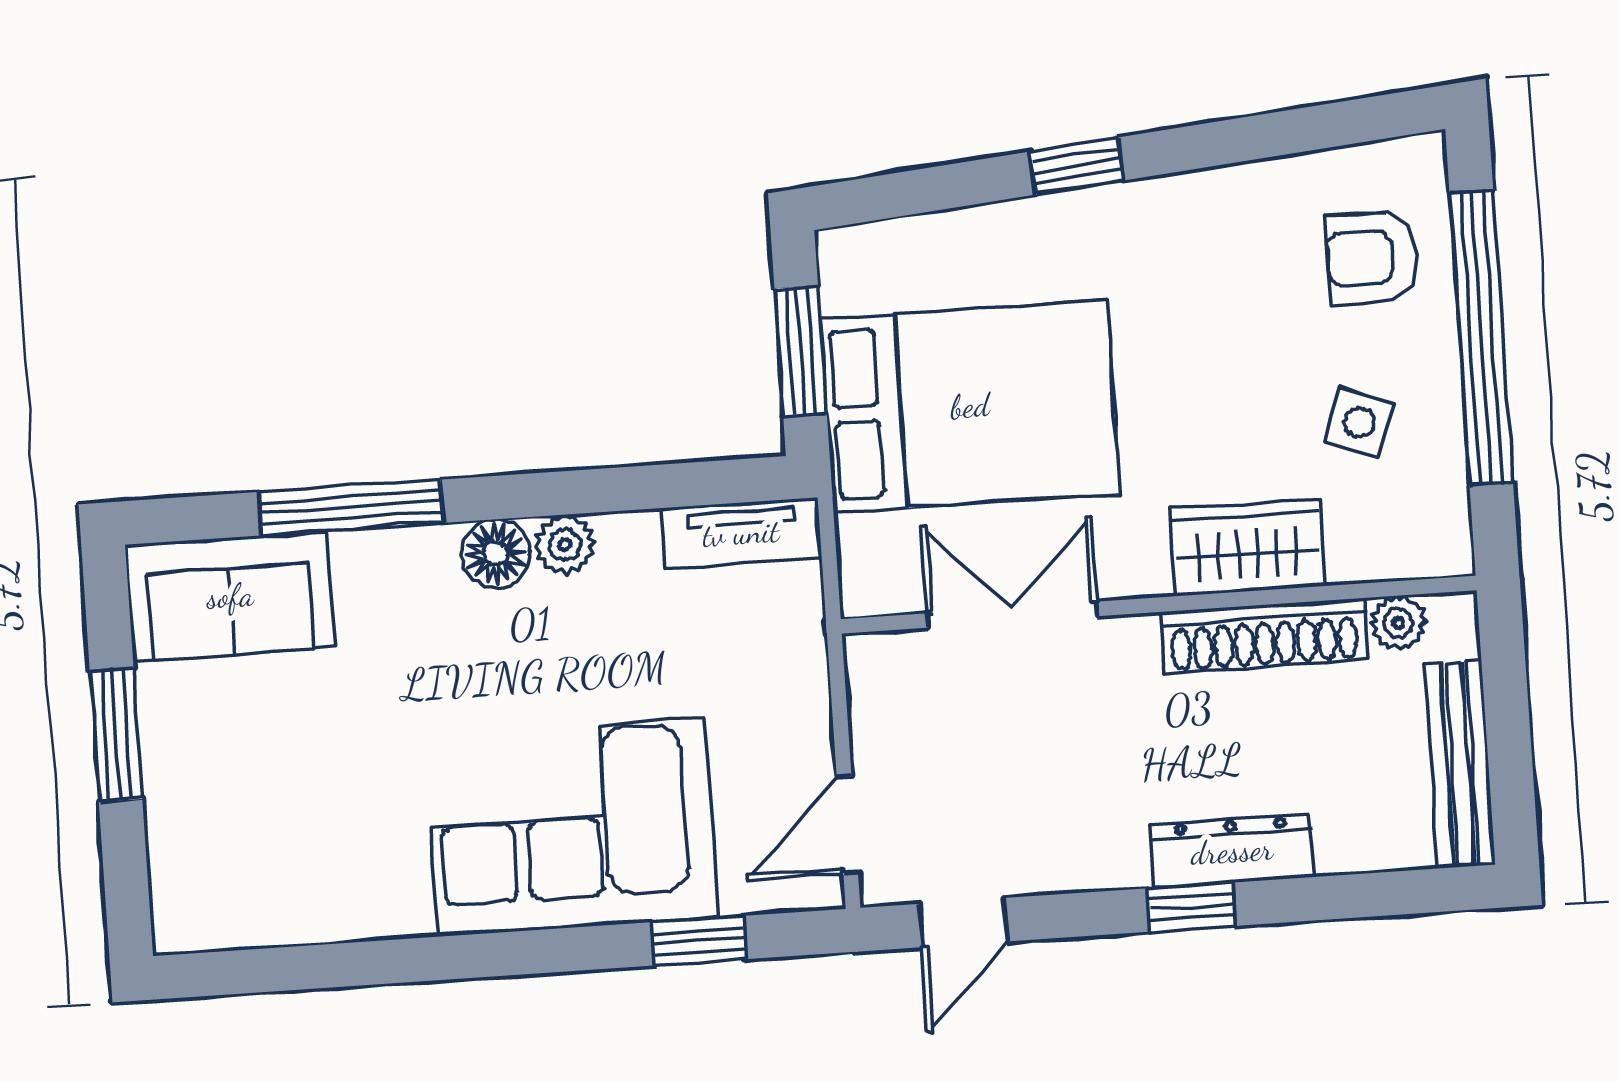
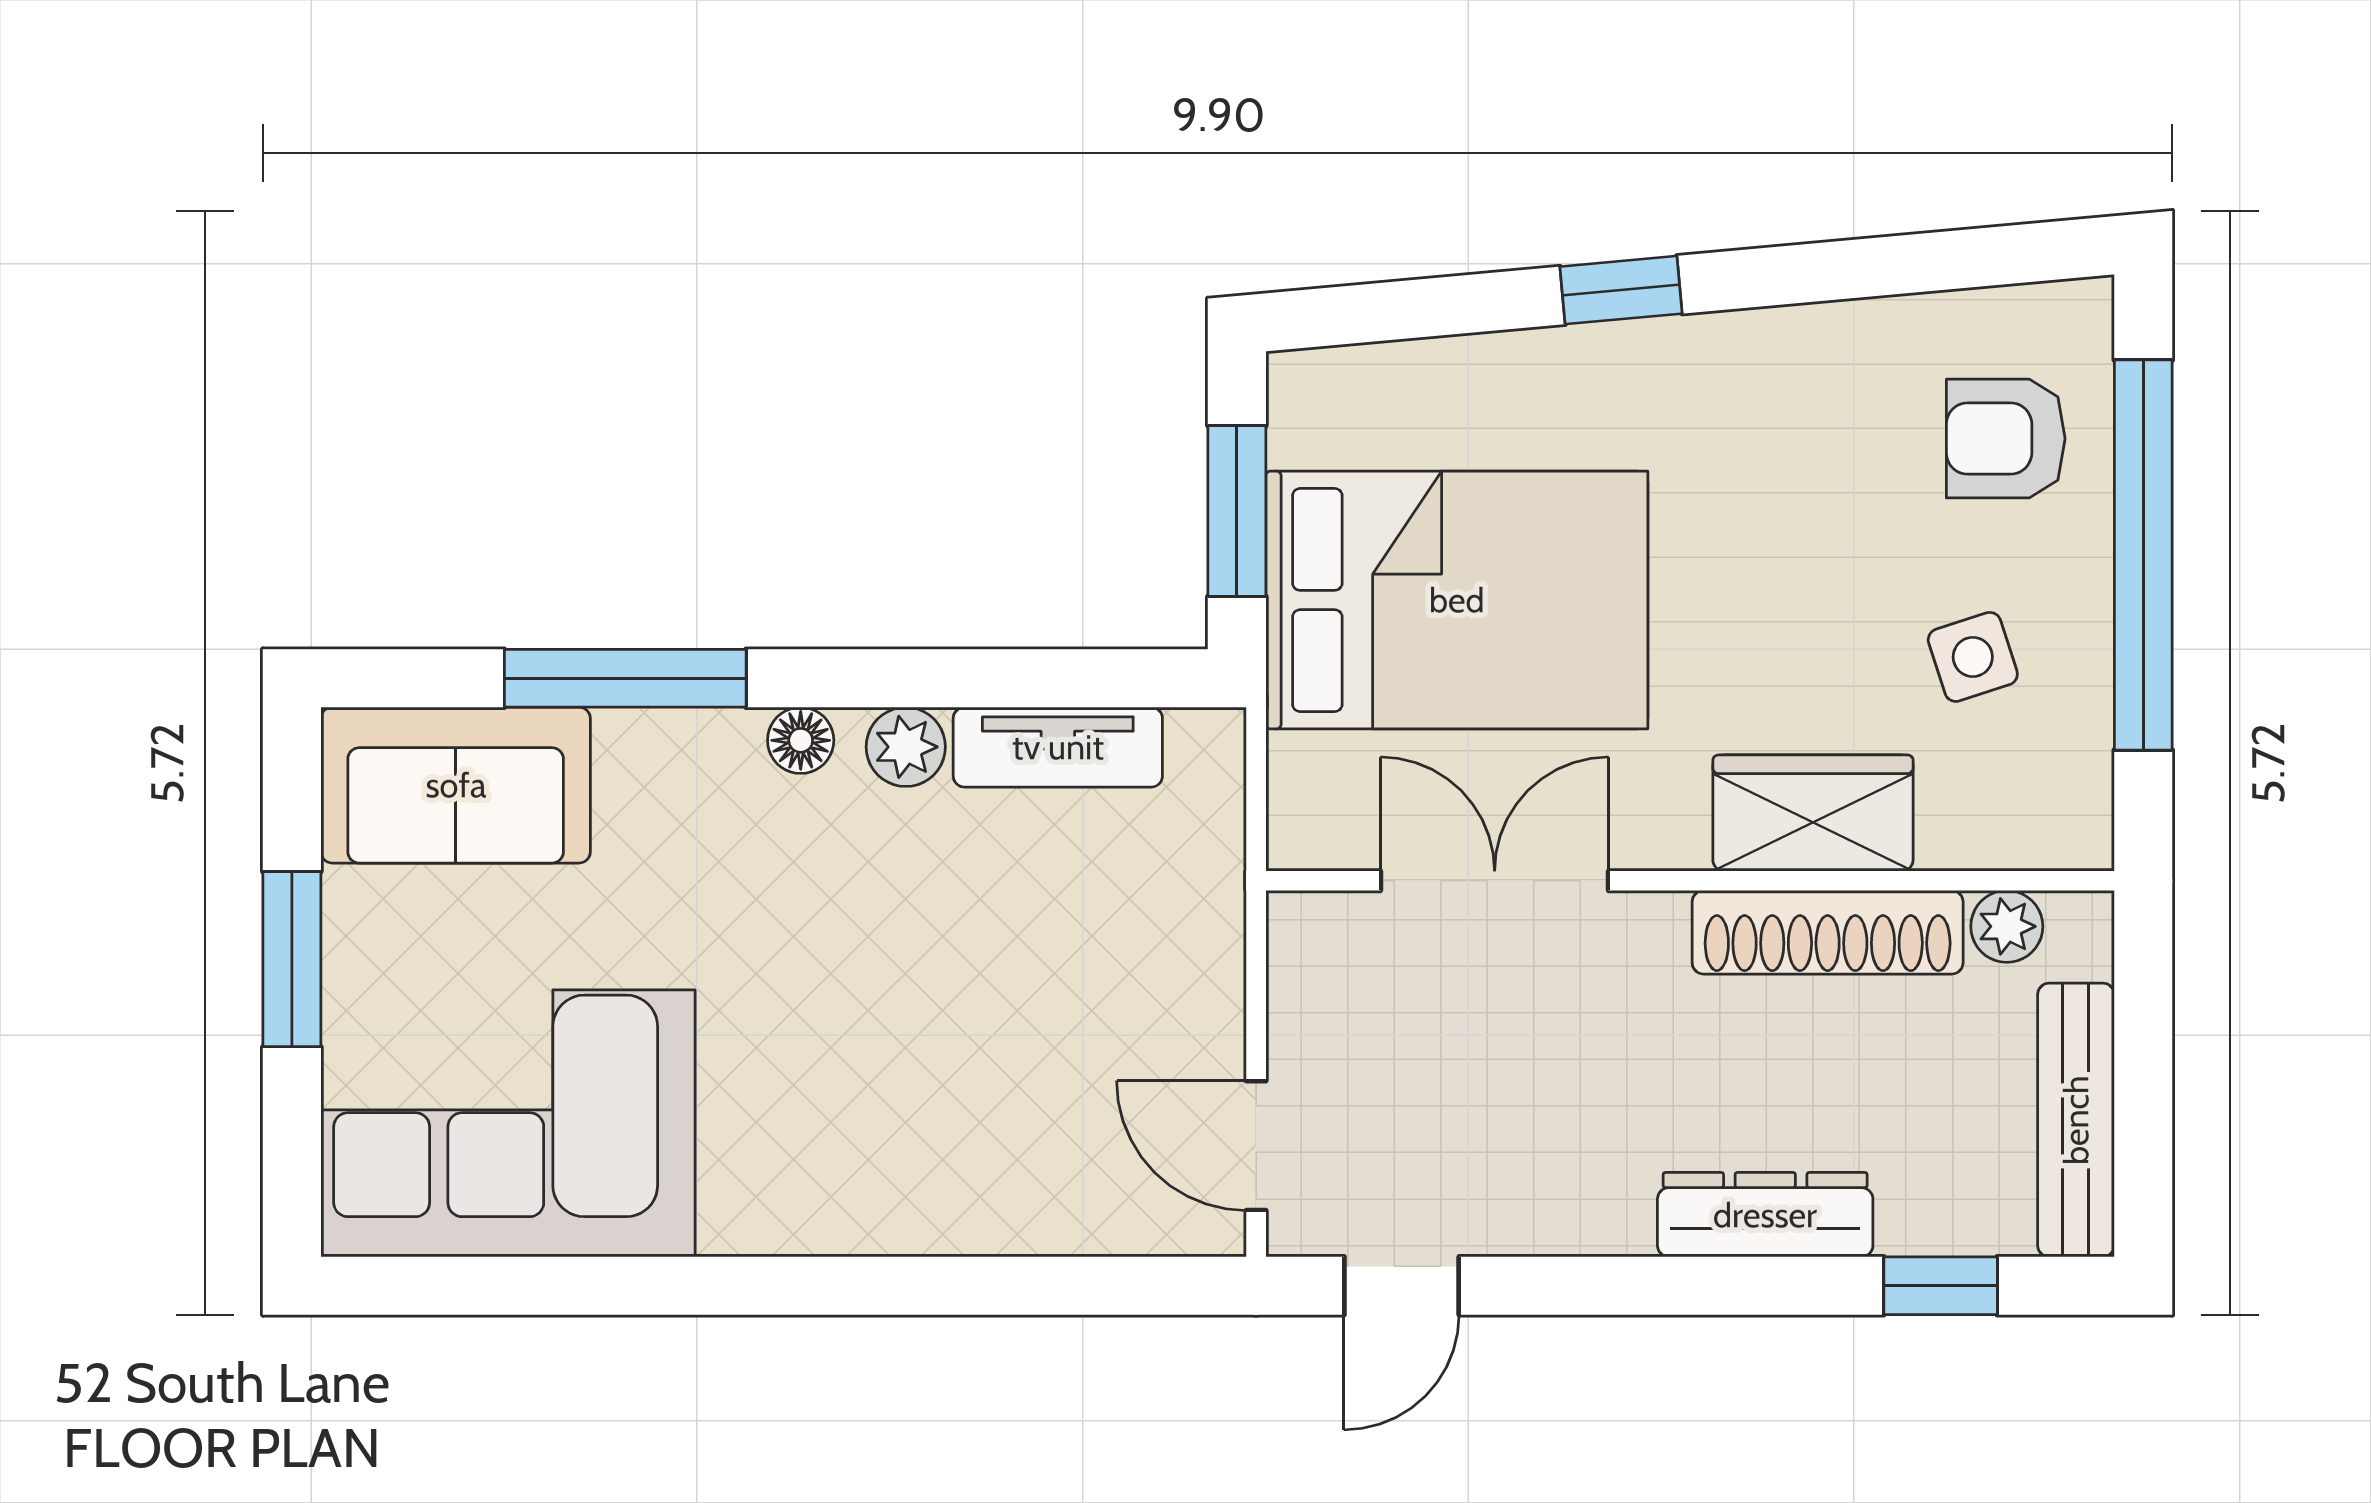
side table: (1359, 423) -> (1973, 657), turned -38
tv unit: (741, 533) -> (1058, 747), moved
floor lamp: (496, 554) -> (801, 740), width x0.73, depth x0.73
door: (847, 825) -> (1256, 1146), hinge flipped
corner sofa: (572, 827) -> (508, 1123), moved
window: (1191, 907) -> (1941, 1286), moved
window: (699, 941) -> (1048, 1286), removed

